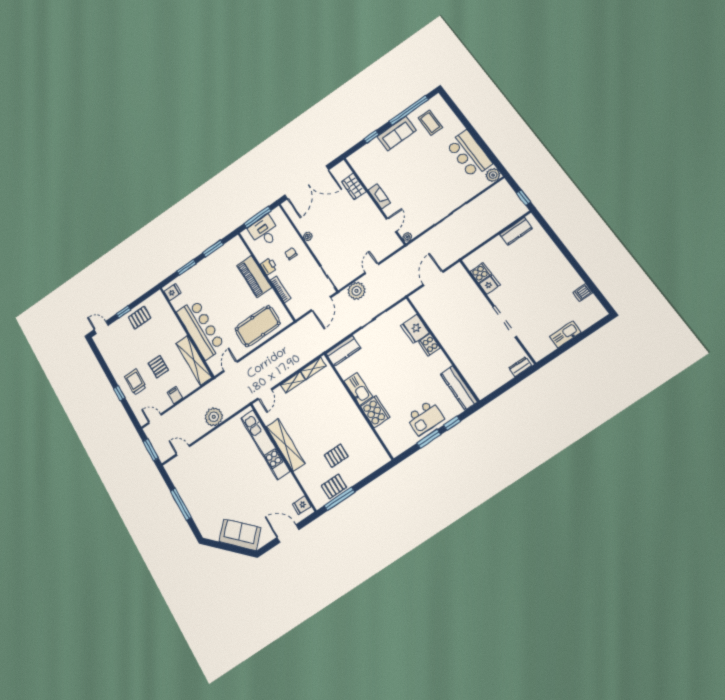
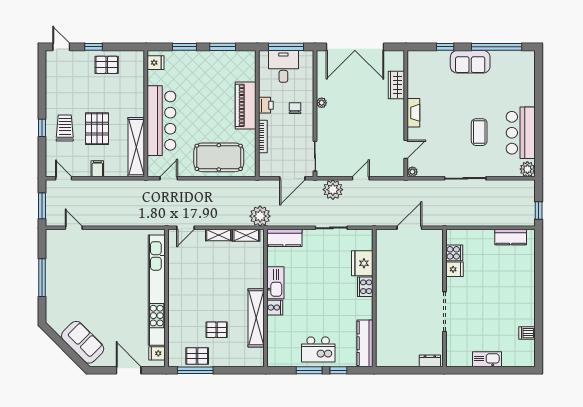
coffee table: (430, 123) -> (479, 132), moved
pallet: (158, 367) -> (97, 129), width x1.50, depth x1.42
cooker: (375, 412) -> (275, 308), width x0.53, depth x0.76
plant: (214, 417) -> (260, 216), moved
kitchen unit: (265, 445) -> (157, 290), width x1.36
shelving: (286, 445) -> (256, 318), moved

